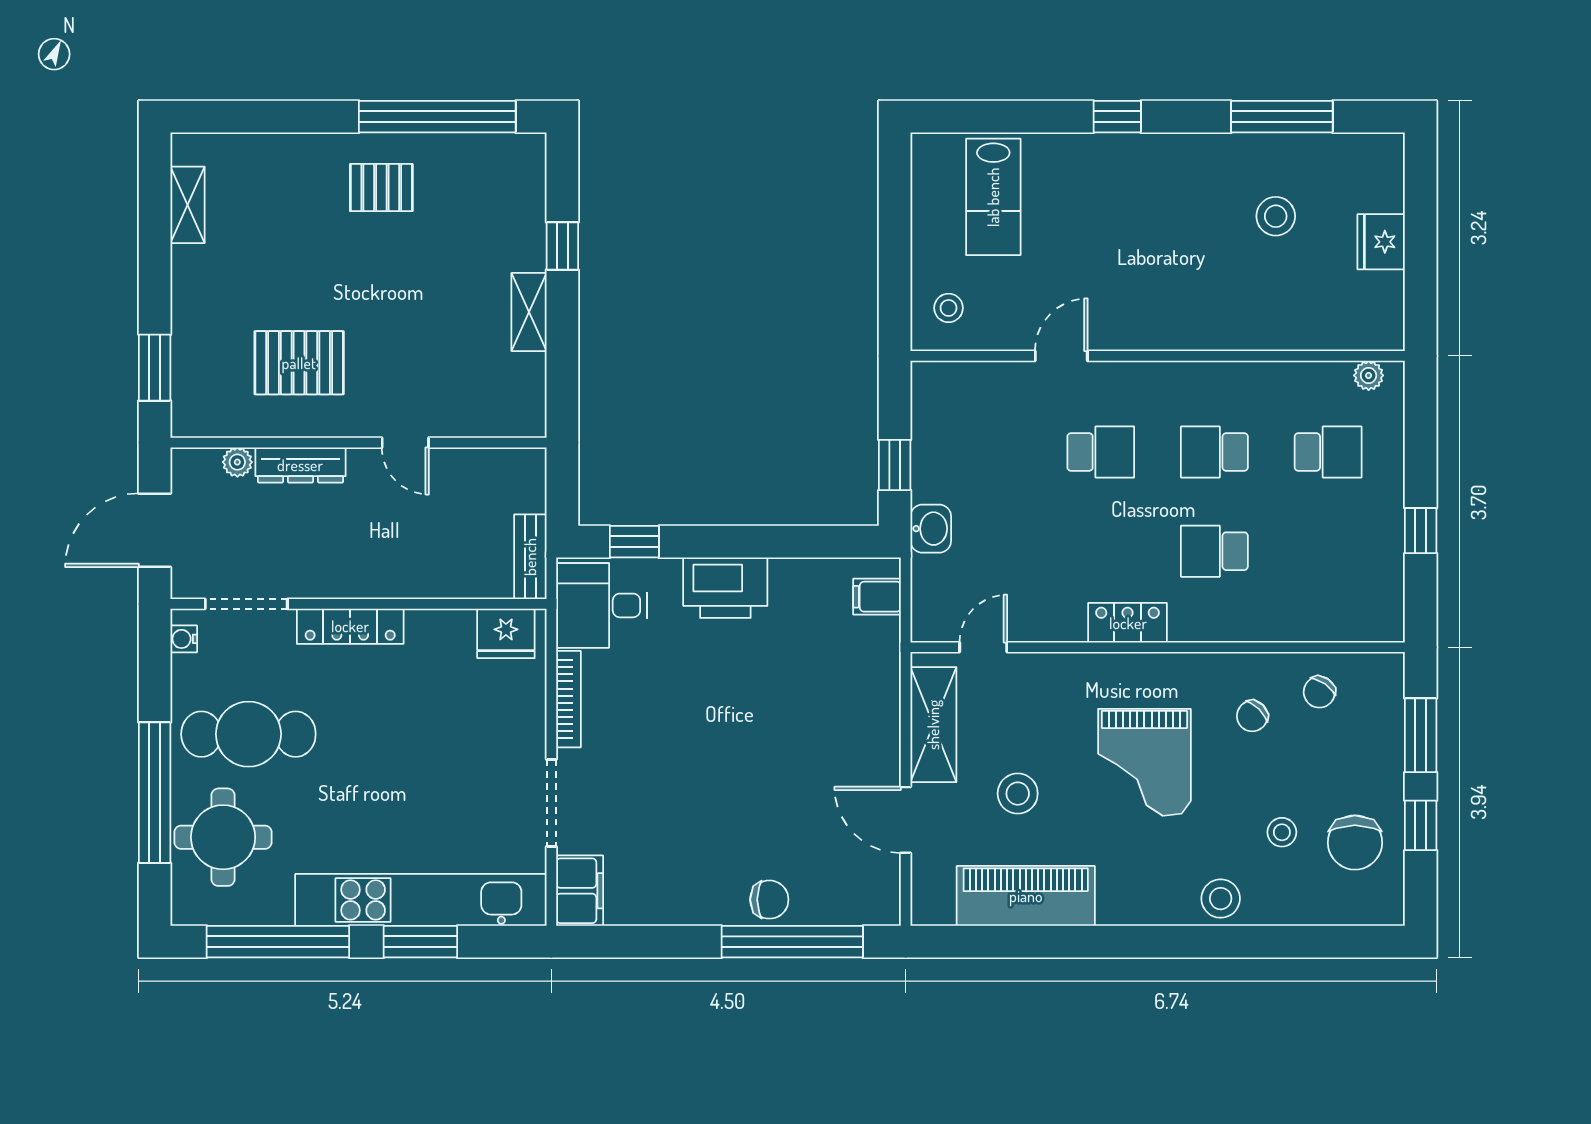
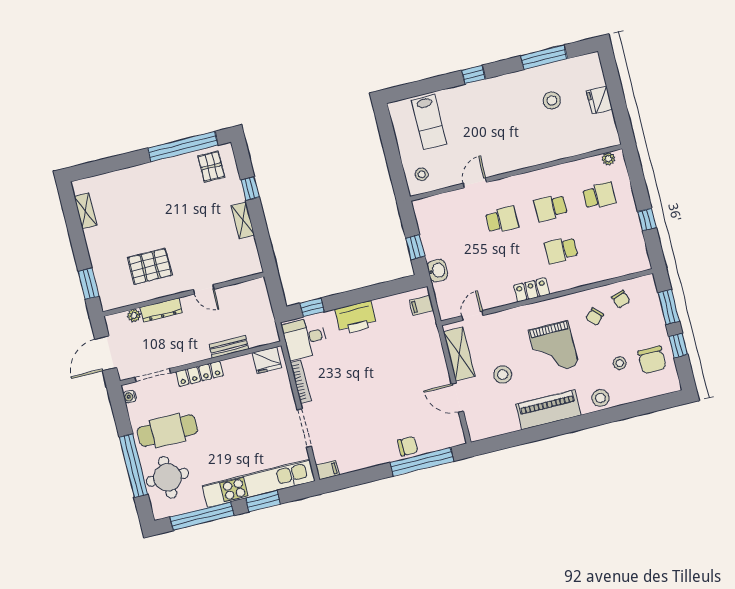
pallet: (381, 188) -> (211, 166), moved, turned 90
bench: (530, 557) -> (229, 347), moved, turned 90
chair: (1319, 692) -> (621, 299), turned -53
filing cabinet: (580, 891) -> (327, 470), width x0.50
piano: (1026, 896) -> (548, 410), moved

